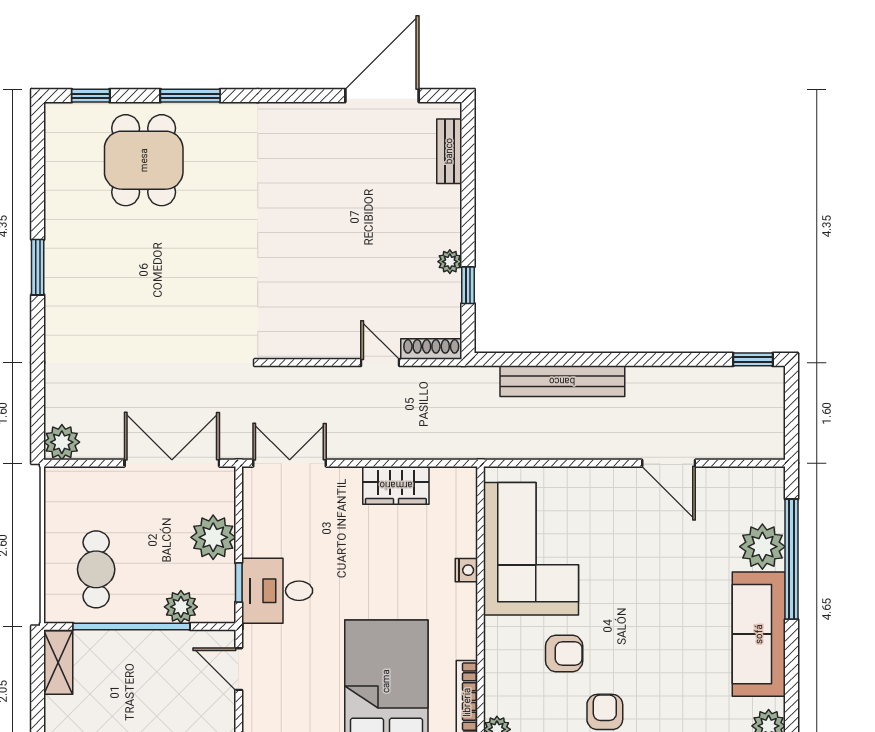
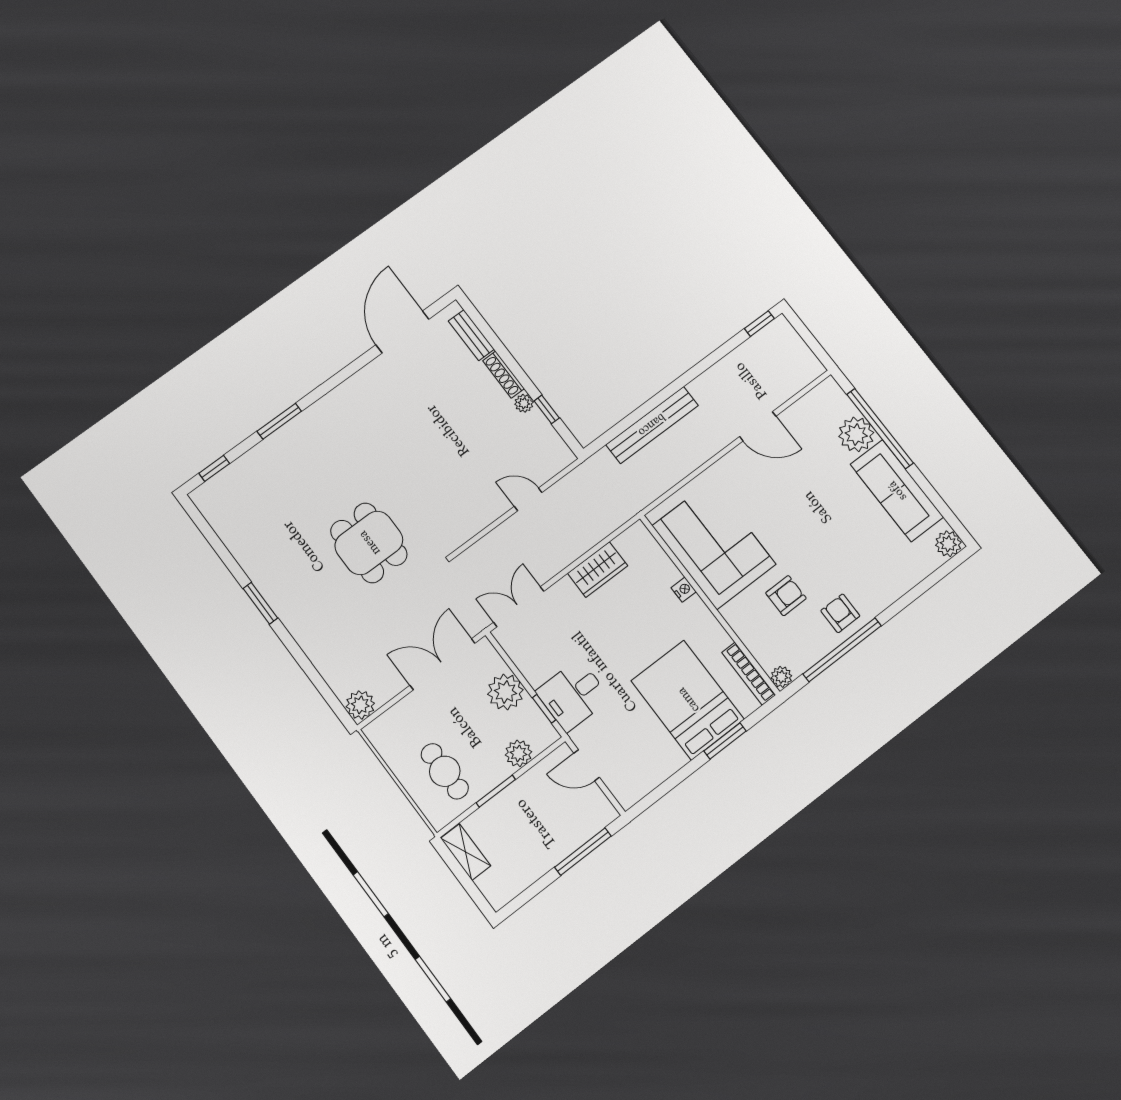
dining table: (144, 160) -> (369, 543), moved
shoe rack: (431, 349) -> (504, 375), moved, turned -90
window: (131, 626) -> (496, 791), width x0.47

